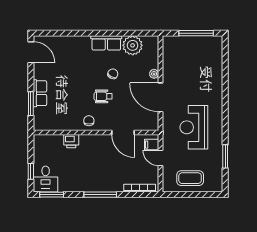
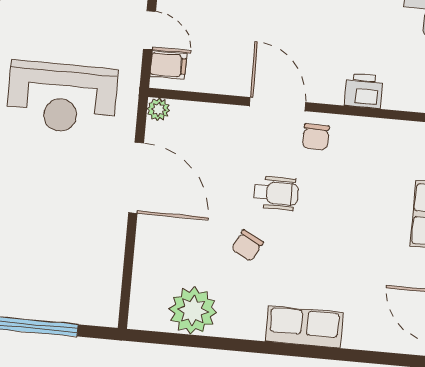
row of seats: (106, 43) -> (304, 327), moved
plant: (154, 74) -> (158, 109), moved
reception desk: (194, 127) -> (62, 97), turned 90
door: (123, 133) -> (277, 104), moved

